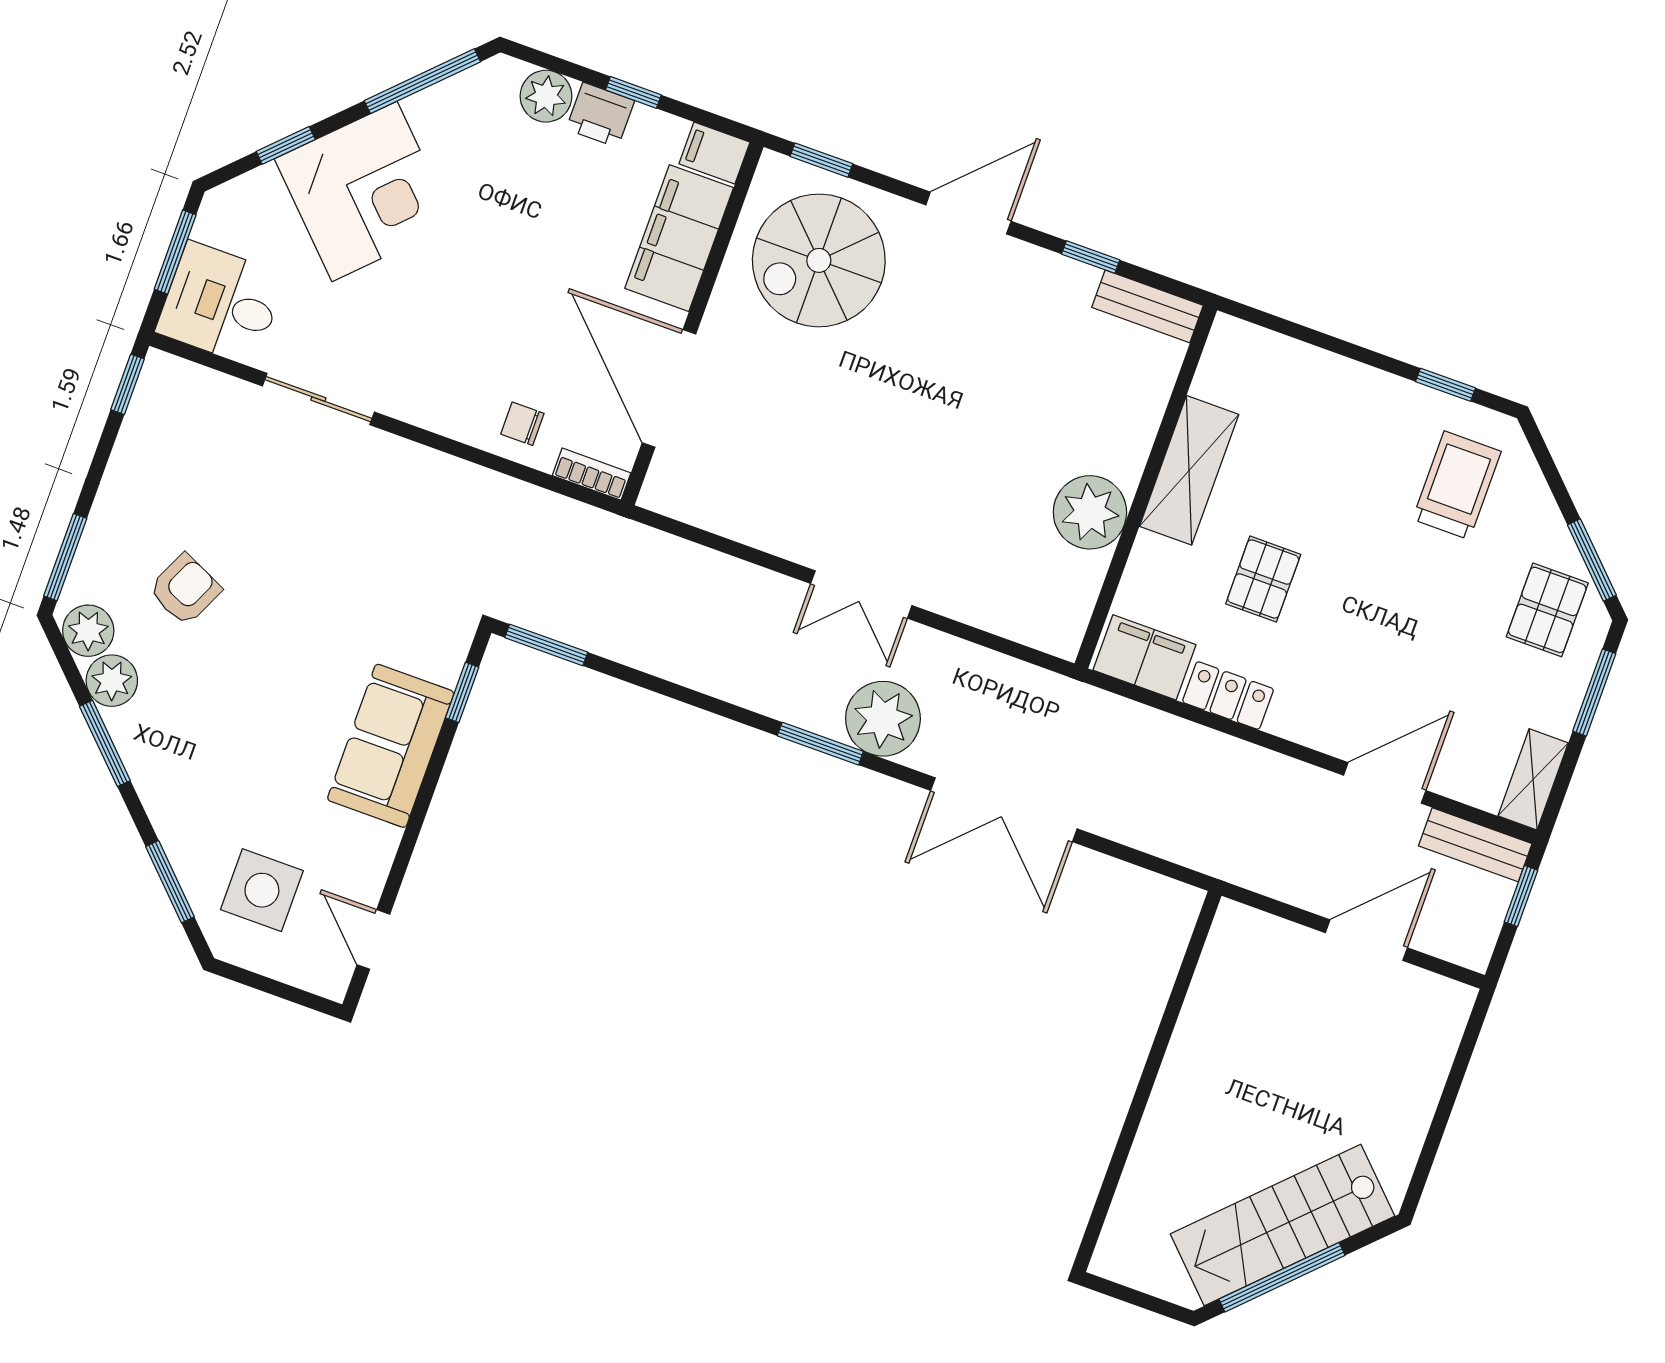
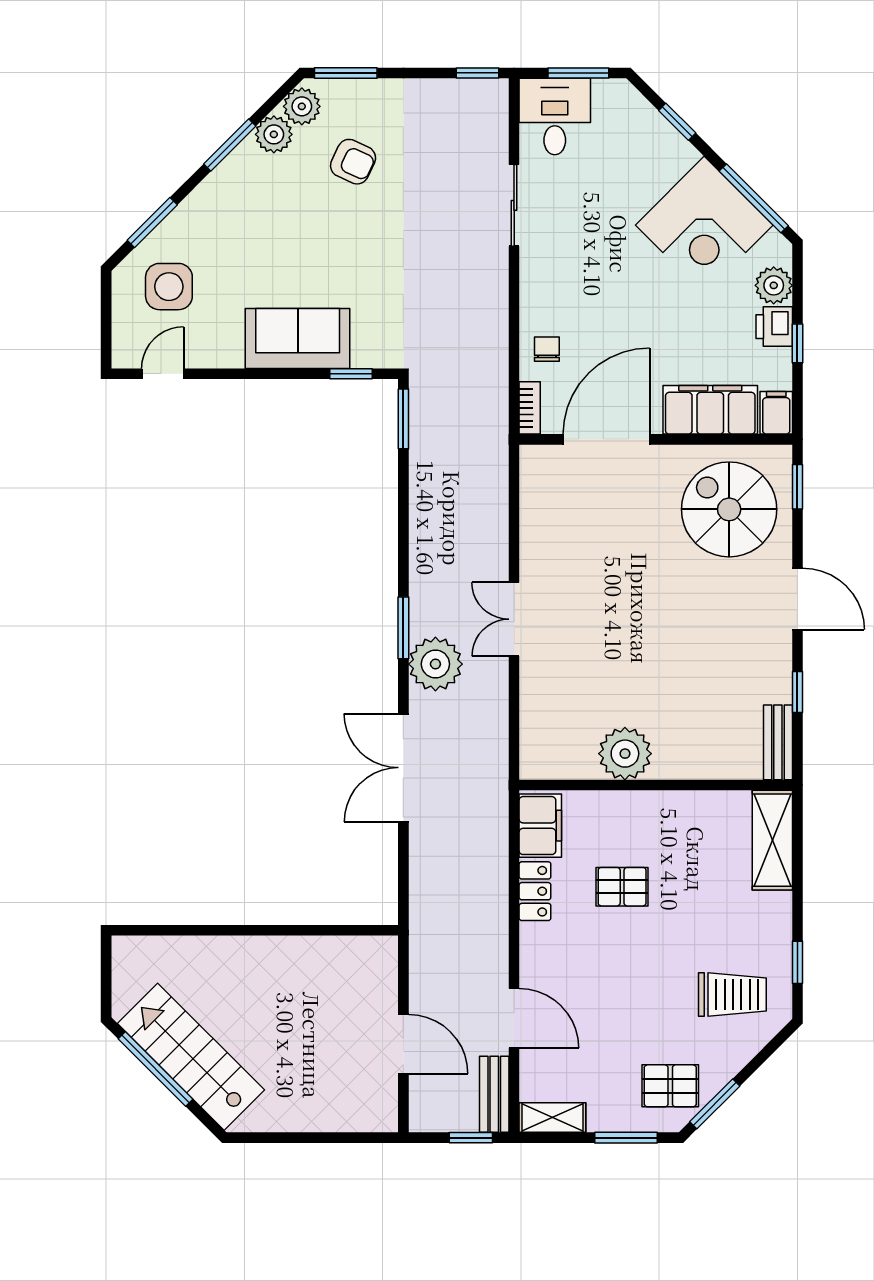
corner desk: (365, 191) -> (704, 225), moved
shelving: (1189, 470) -> (772, 840), moved, turned 90

